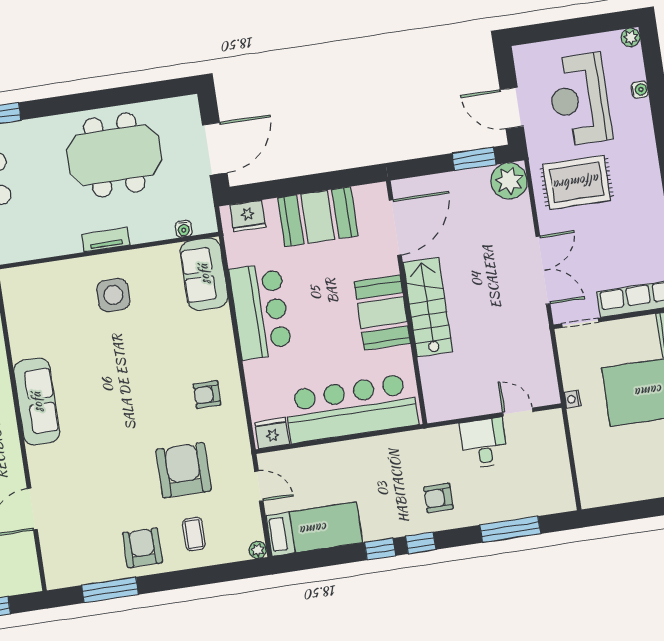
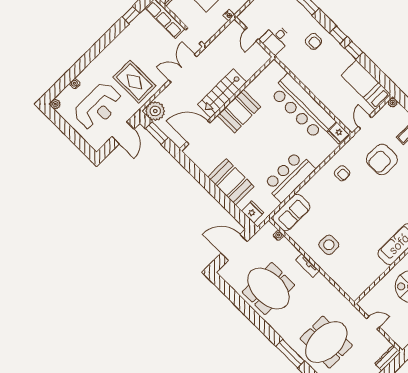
door: (395, 228) -> (198, 132), moved
wall: (407, 302) -> (227, 104), moved
stairs: (428, 307) -> (222, 93), moved
booth: (382, 313) -> (239, 111), moved

